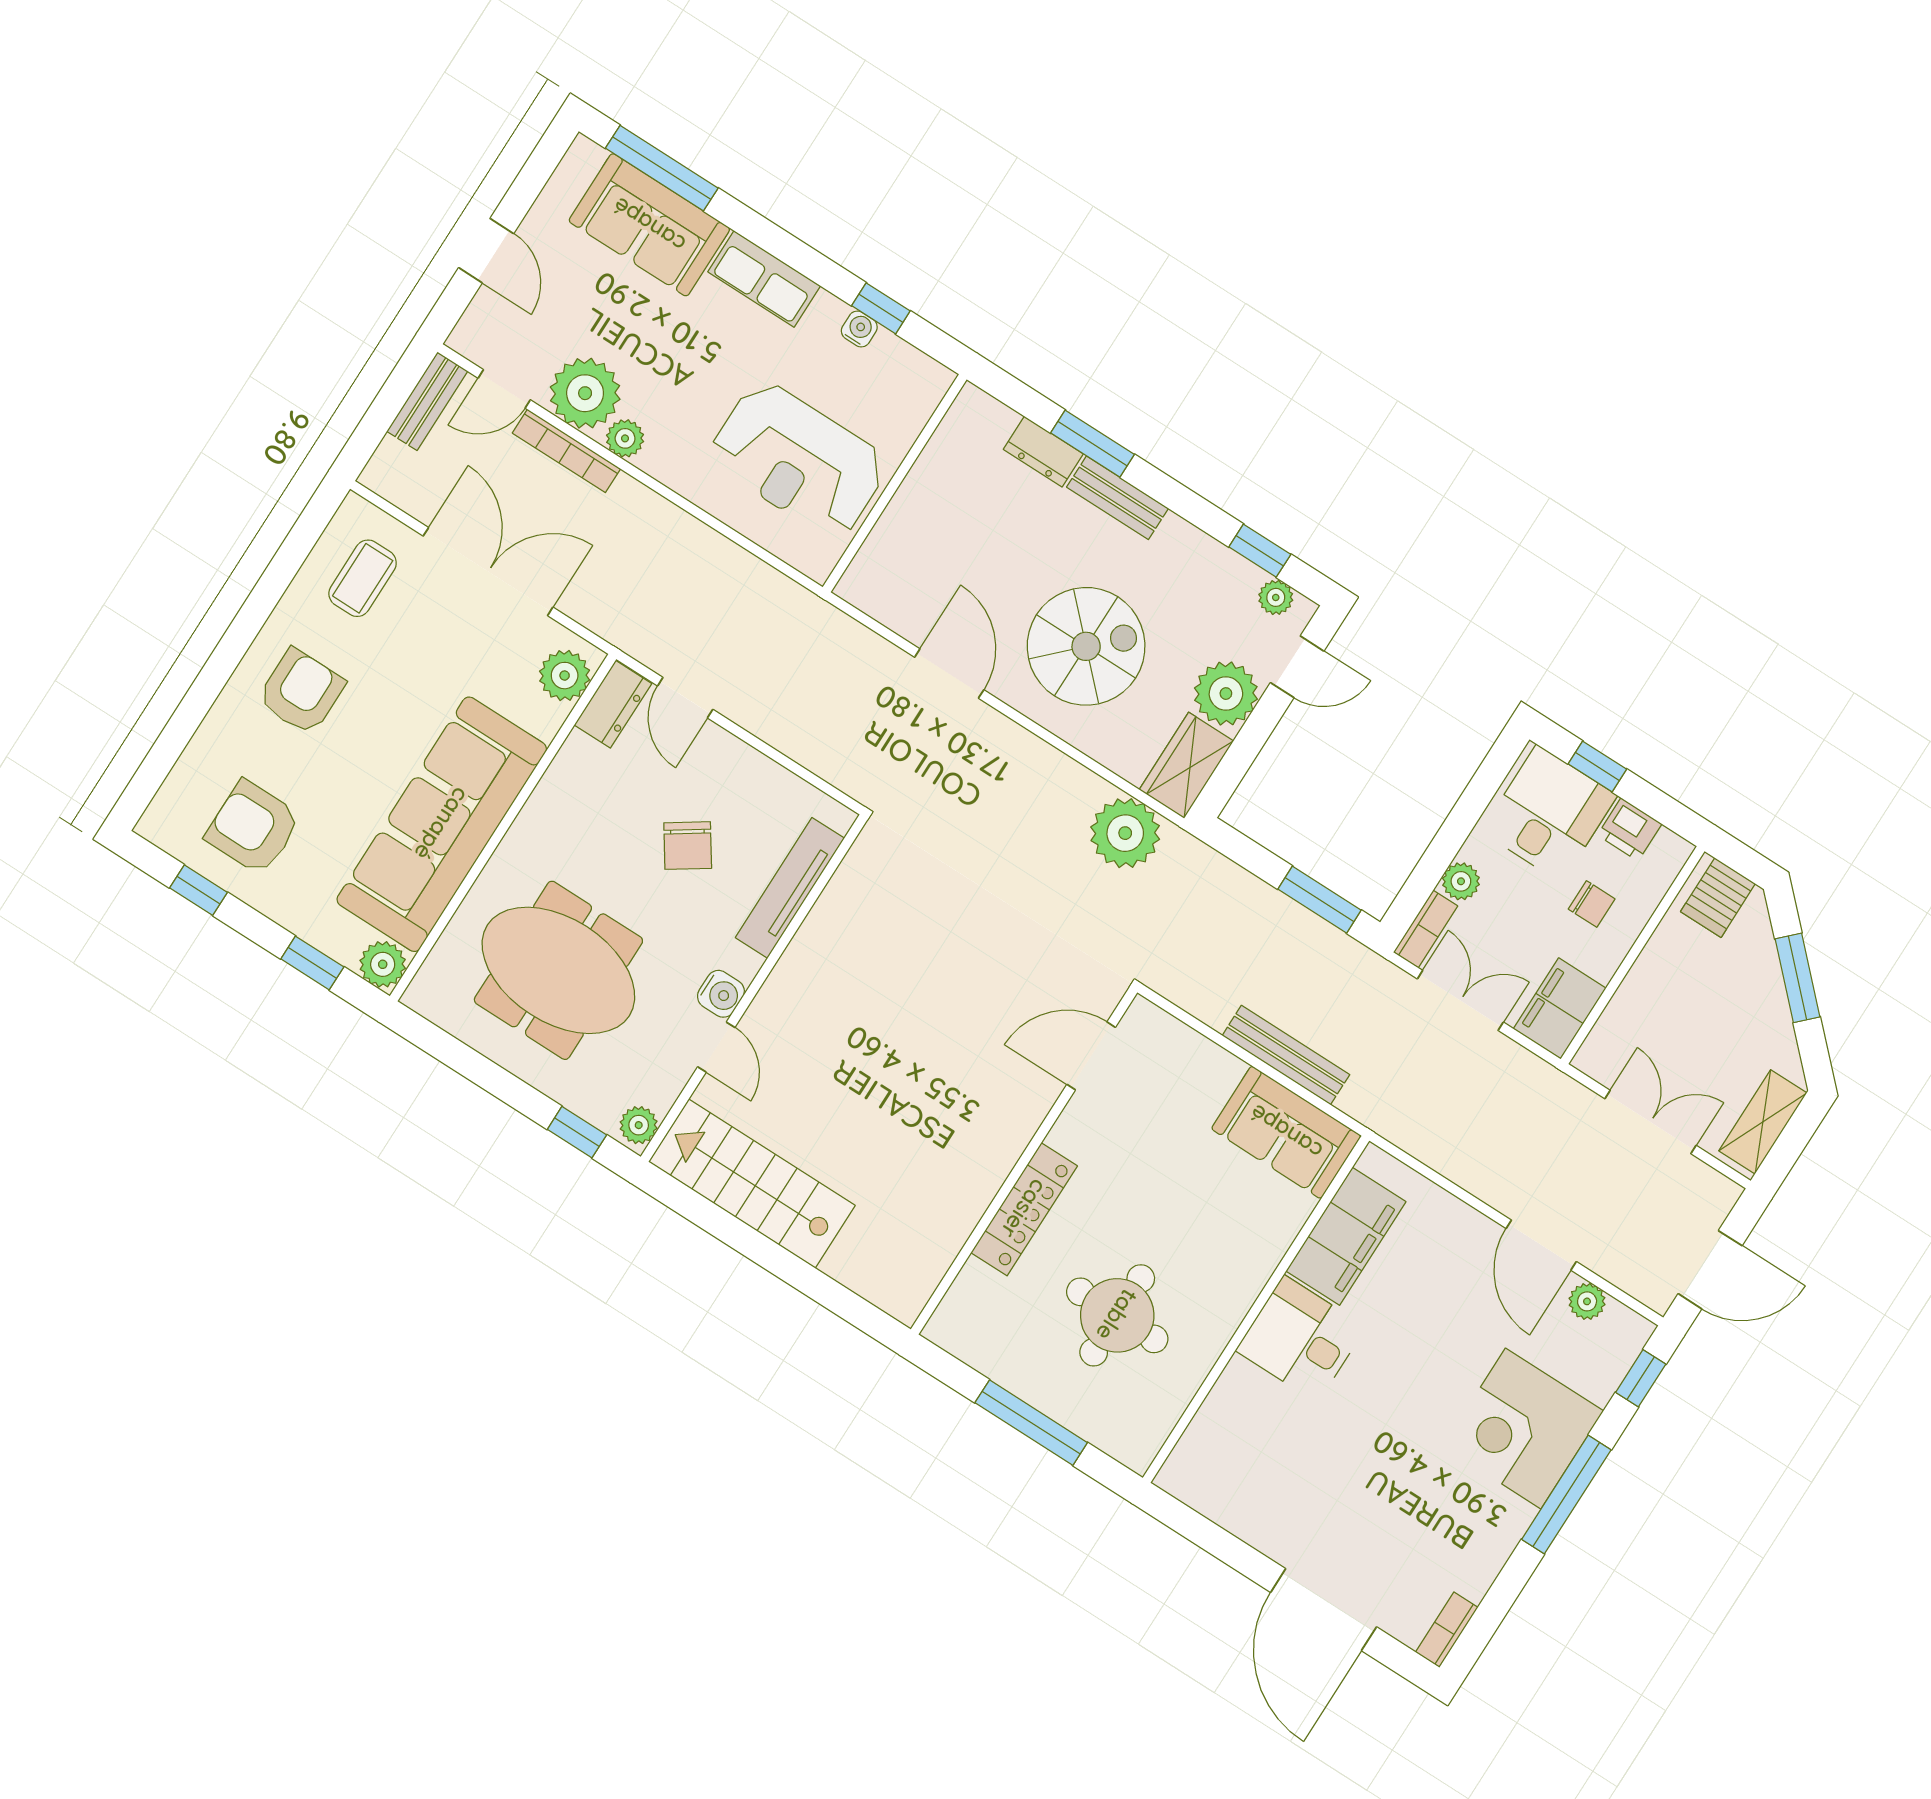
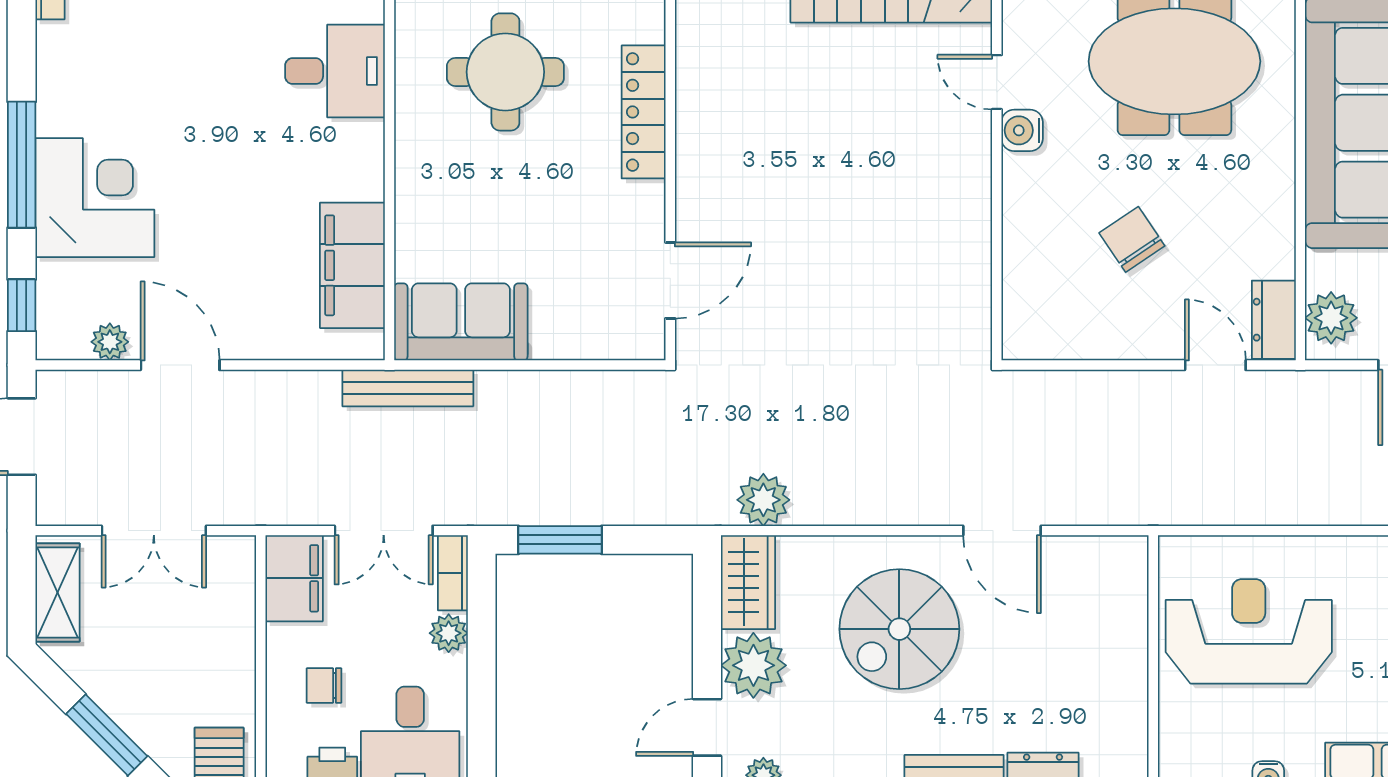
plant: (1125, 833) -> (763, 500), width x0.73, depth x0.73
tv unit: (790, 888) -> (1021, 259), removed
bench: (1286, 1055) -> (408, 388), moved
desk: (1301, 1339) -> (335, 71), moved

